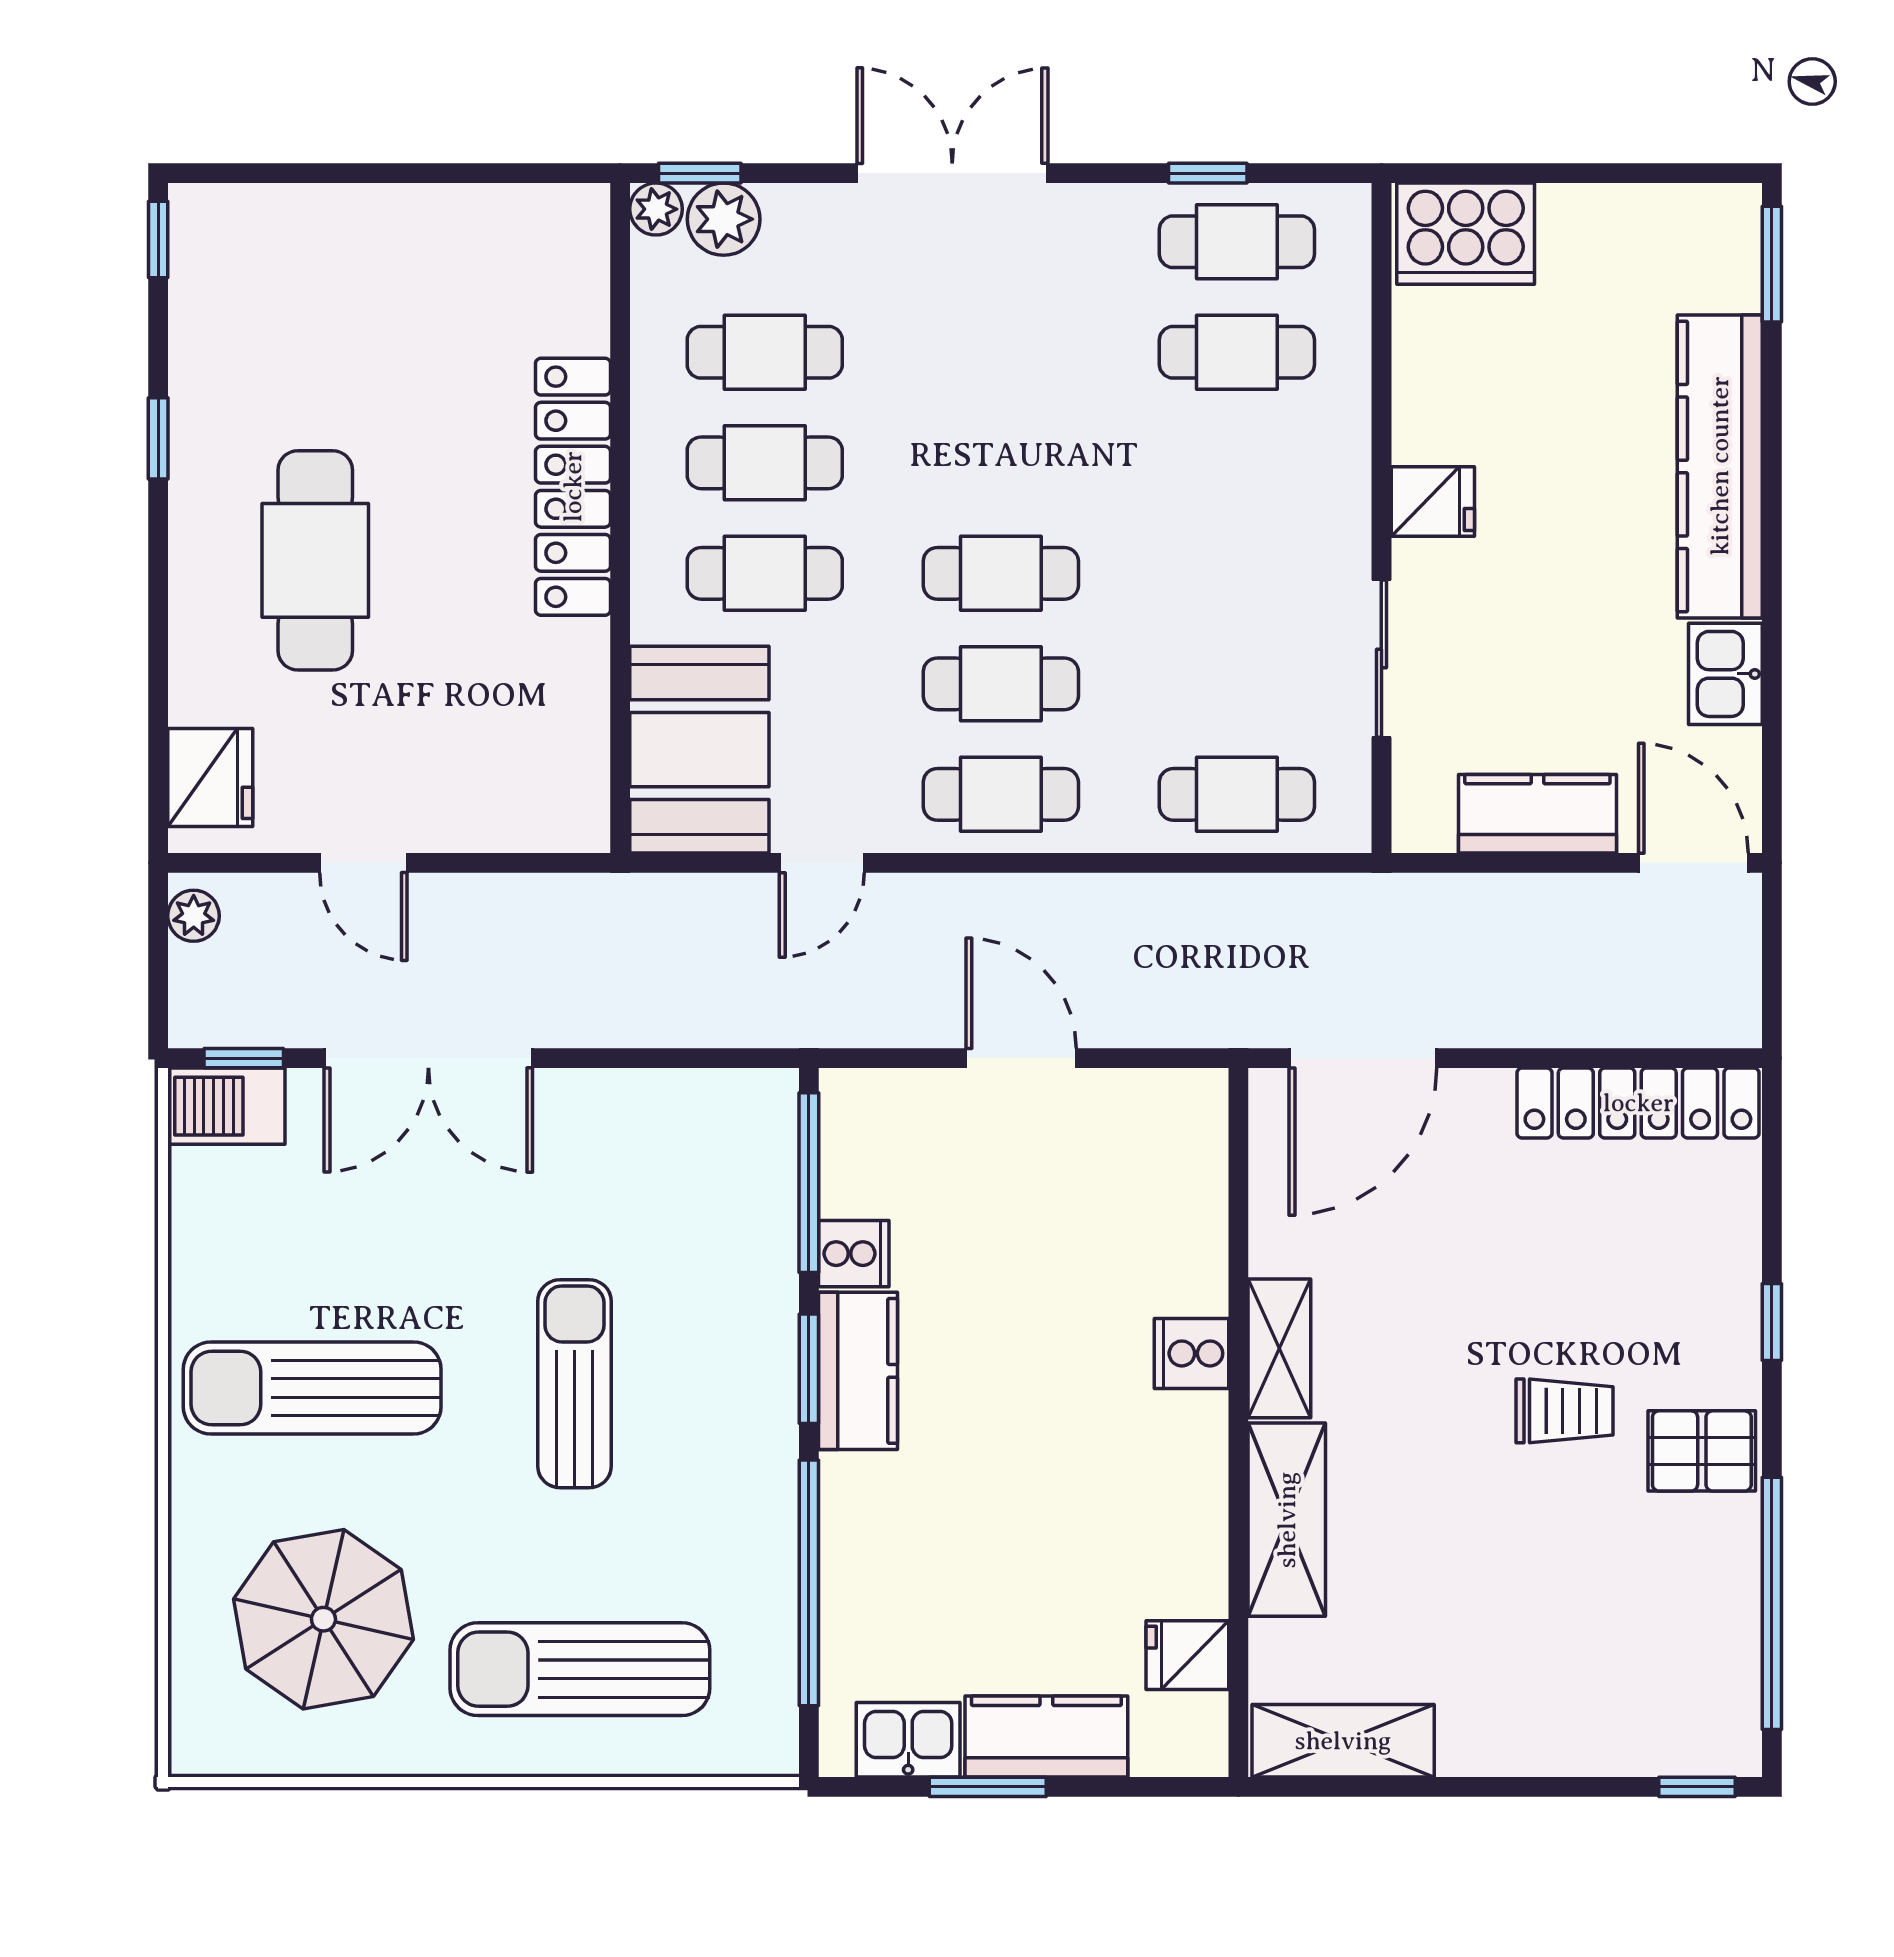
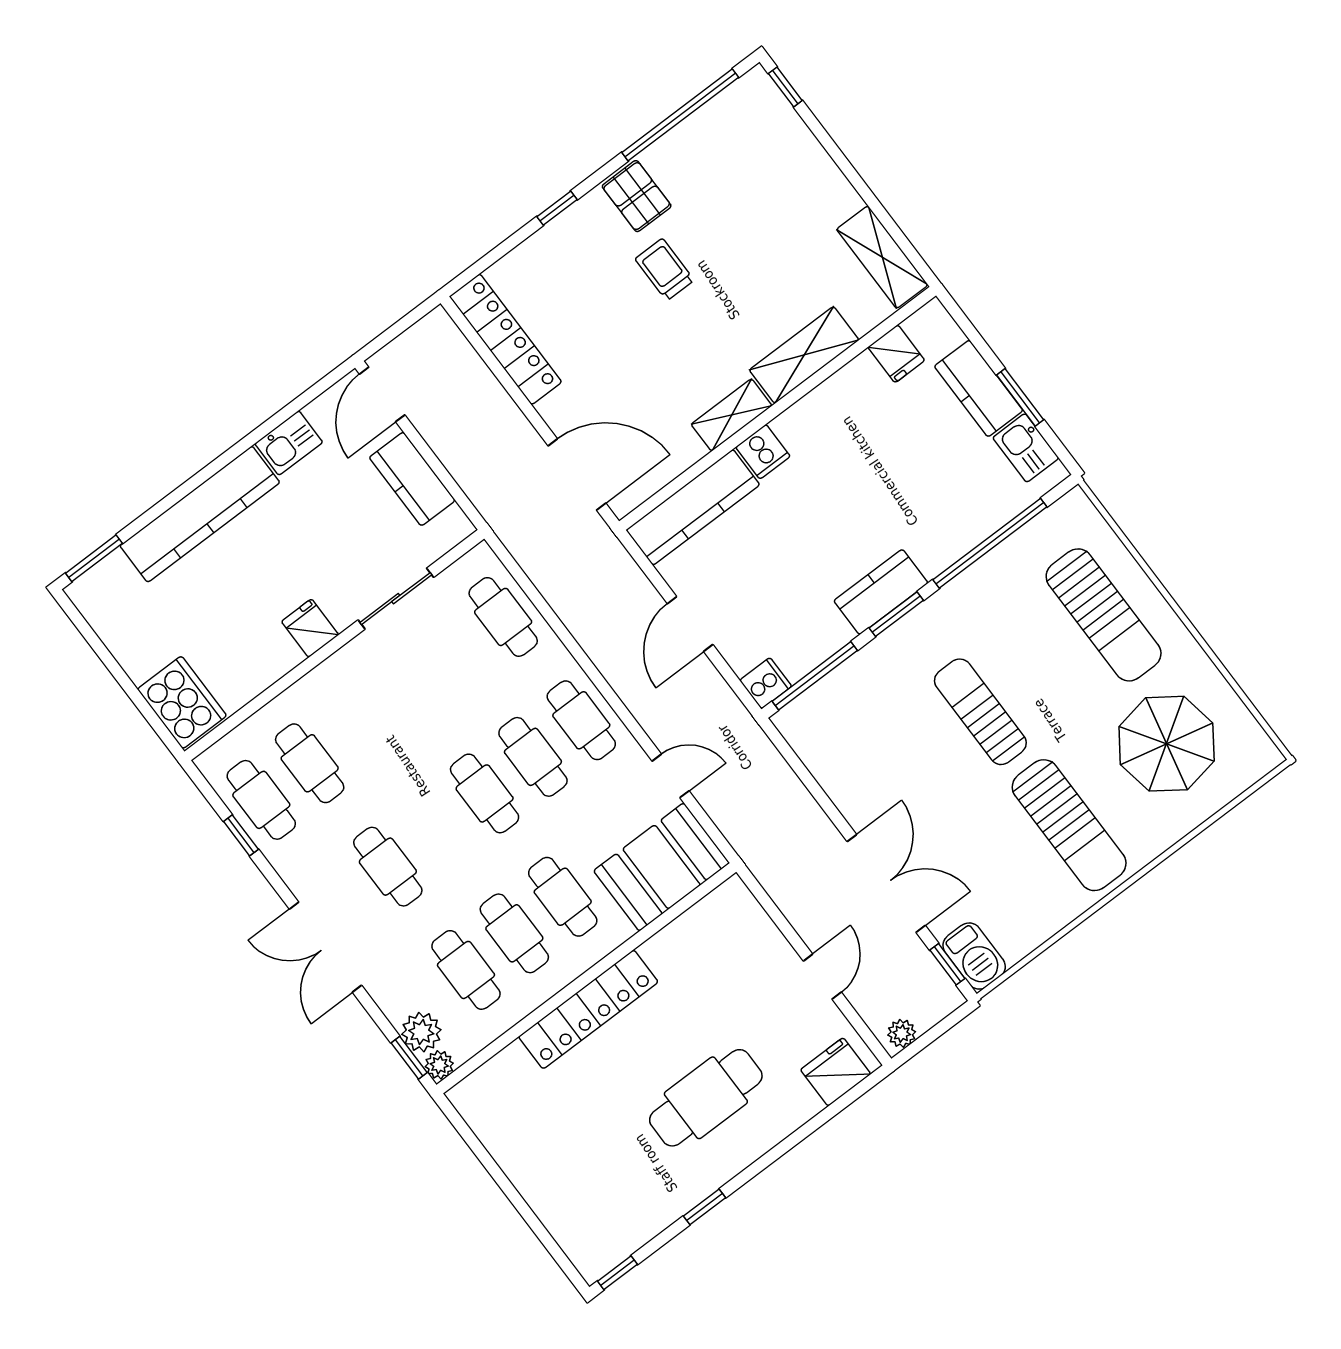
cafe table: (1001, 352) -> (388, 867), added
kitchen counter: (1188, 1191) -> (693, 507), added
cooker: (854, 1254) -> (766, 683), moved, turned 90
sun lounger: (575, 1384) -> (980, 712), turned 90

